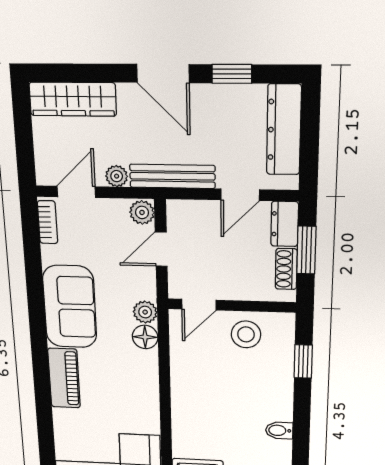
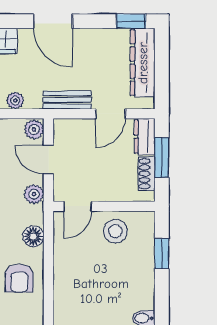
window: (232, 74) -> (131, 21), moved
bench: (172, 176) -> (67, 100), width x0.73
door: (161, 249) -> (48, 160), hinge flipped
plant: (145, 312) -> (34, 194), moved
armchair: (130, 382) -> (19, 278), added

